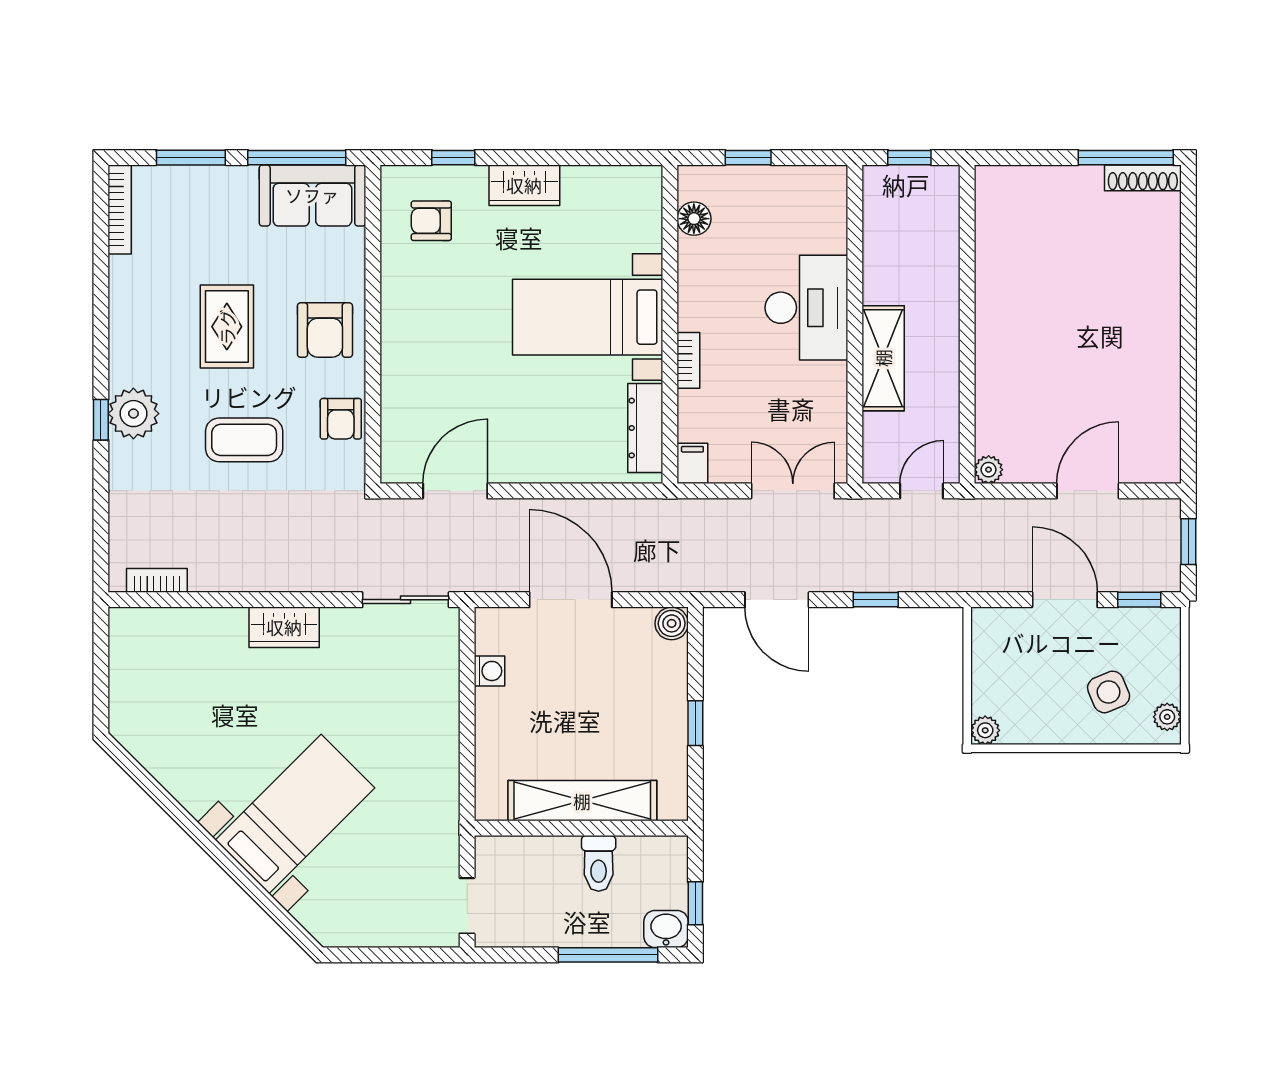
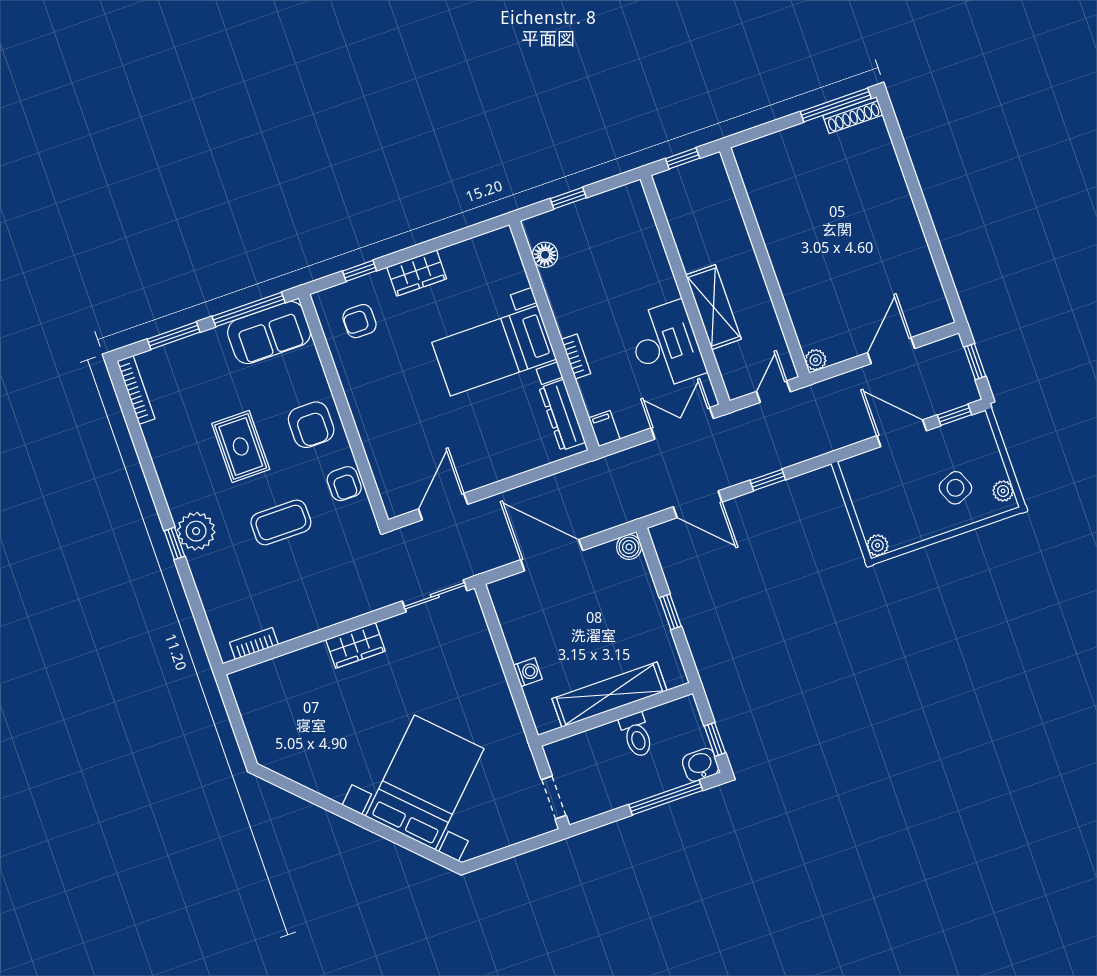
desk: (806, 308) -> (666, 345), moved
washing machine: (489, 671) -> (528, 672), moved
bed with nightstands: (295, 814) -> (425, 782), width x1.36

